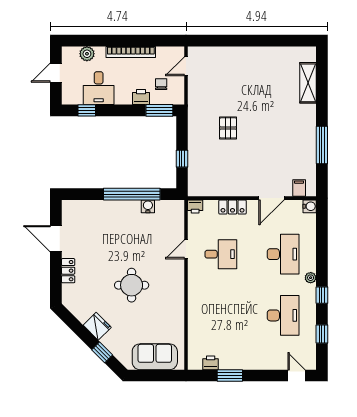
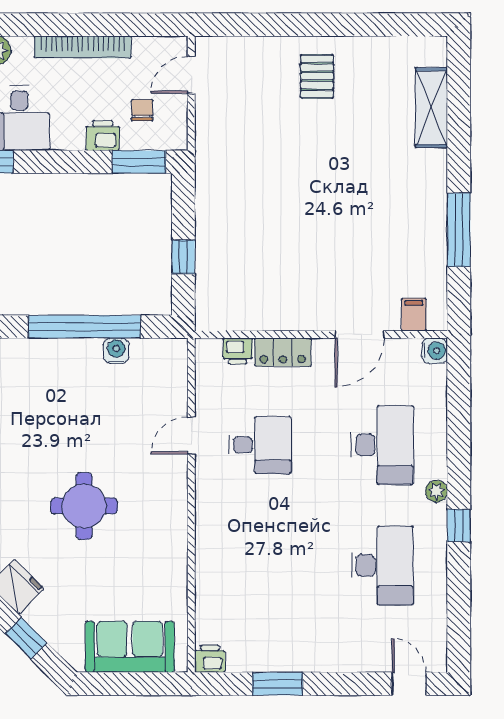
pallet: (228, 128) -> (317, 76), moved
printer: (195, 206) -> (238, 351), moved
window: (322, 334) -> (459, 602), removed
printer: (211, 363) -> (210, 659), moved

